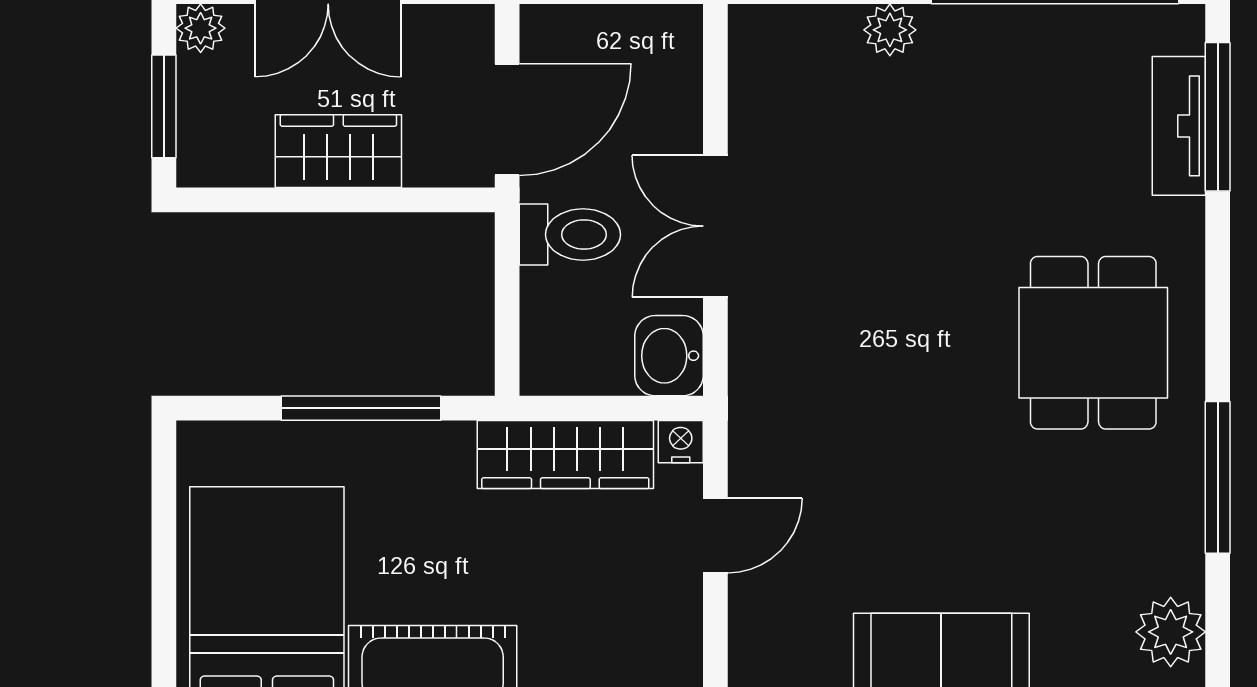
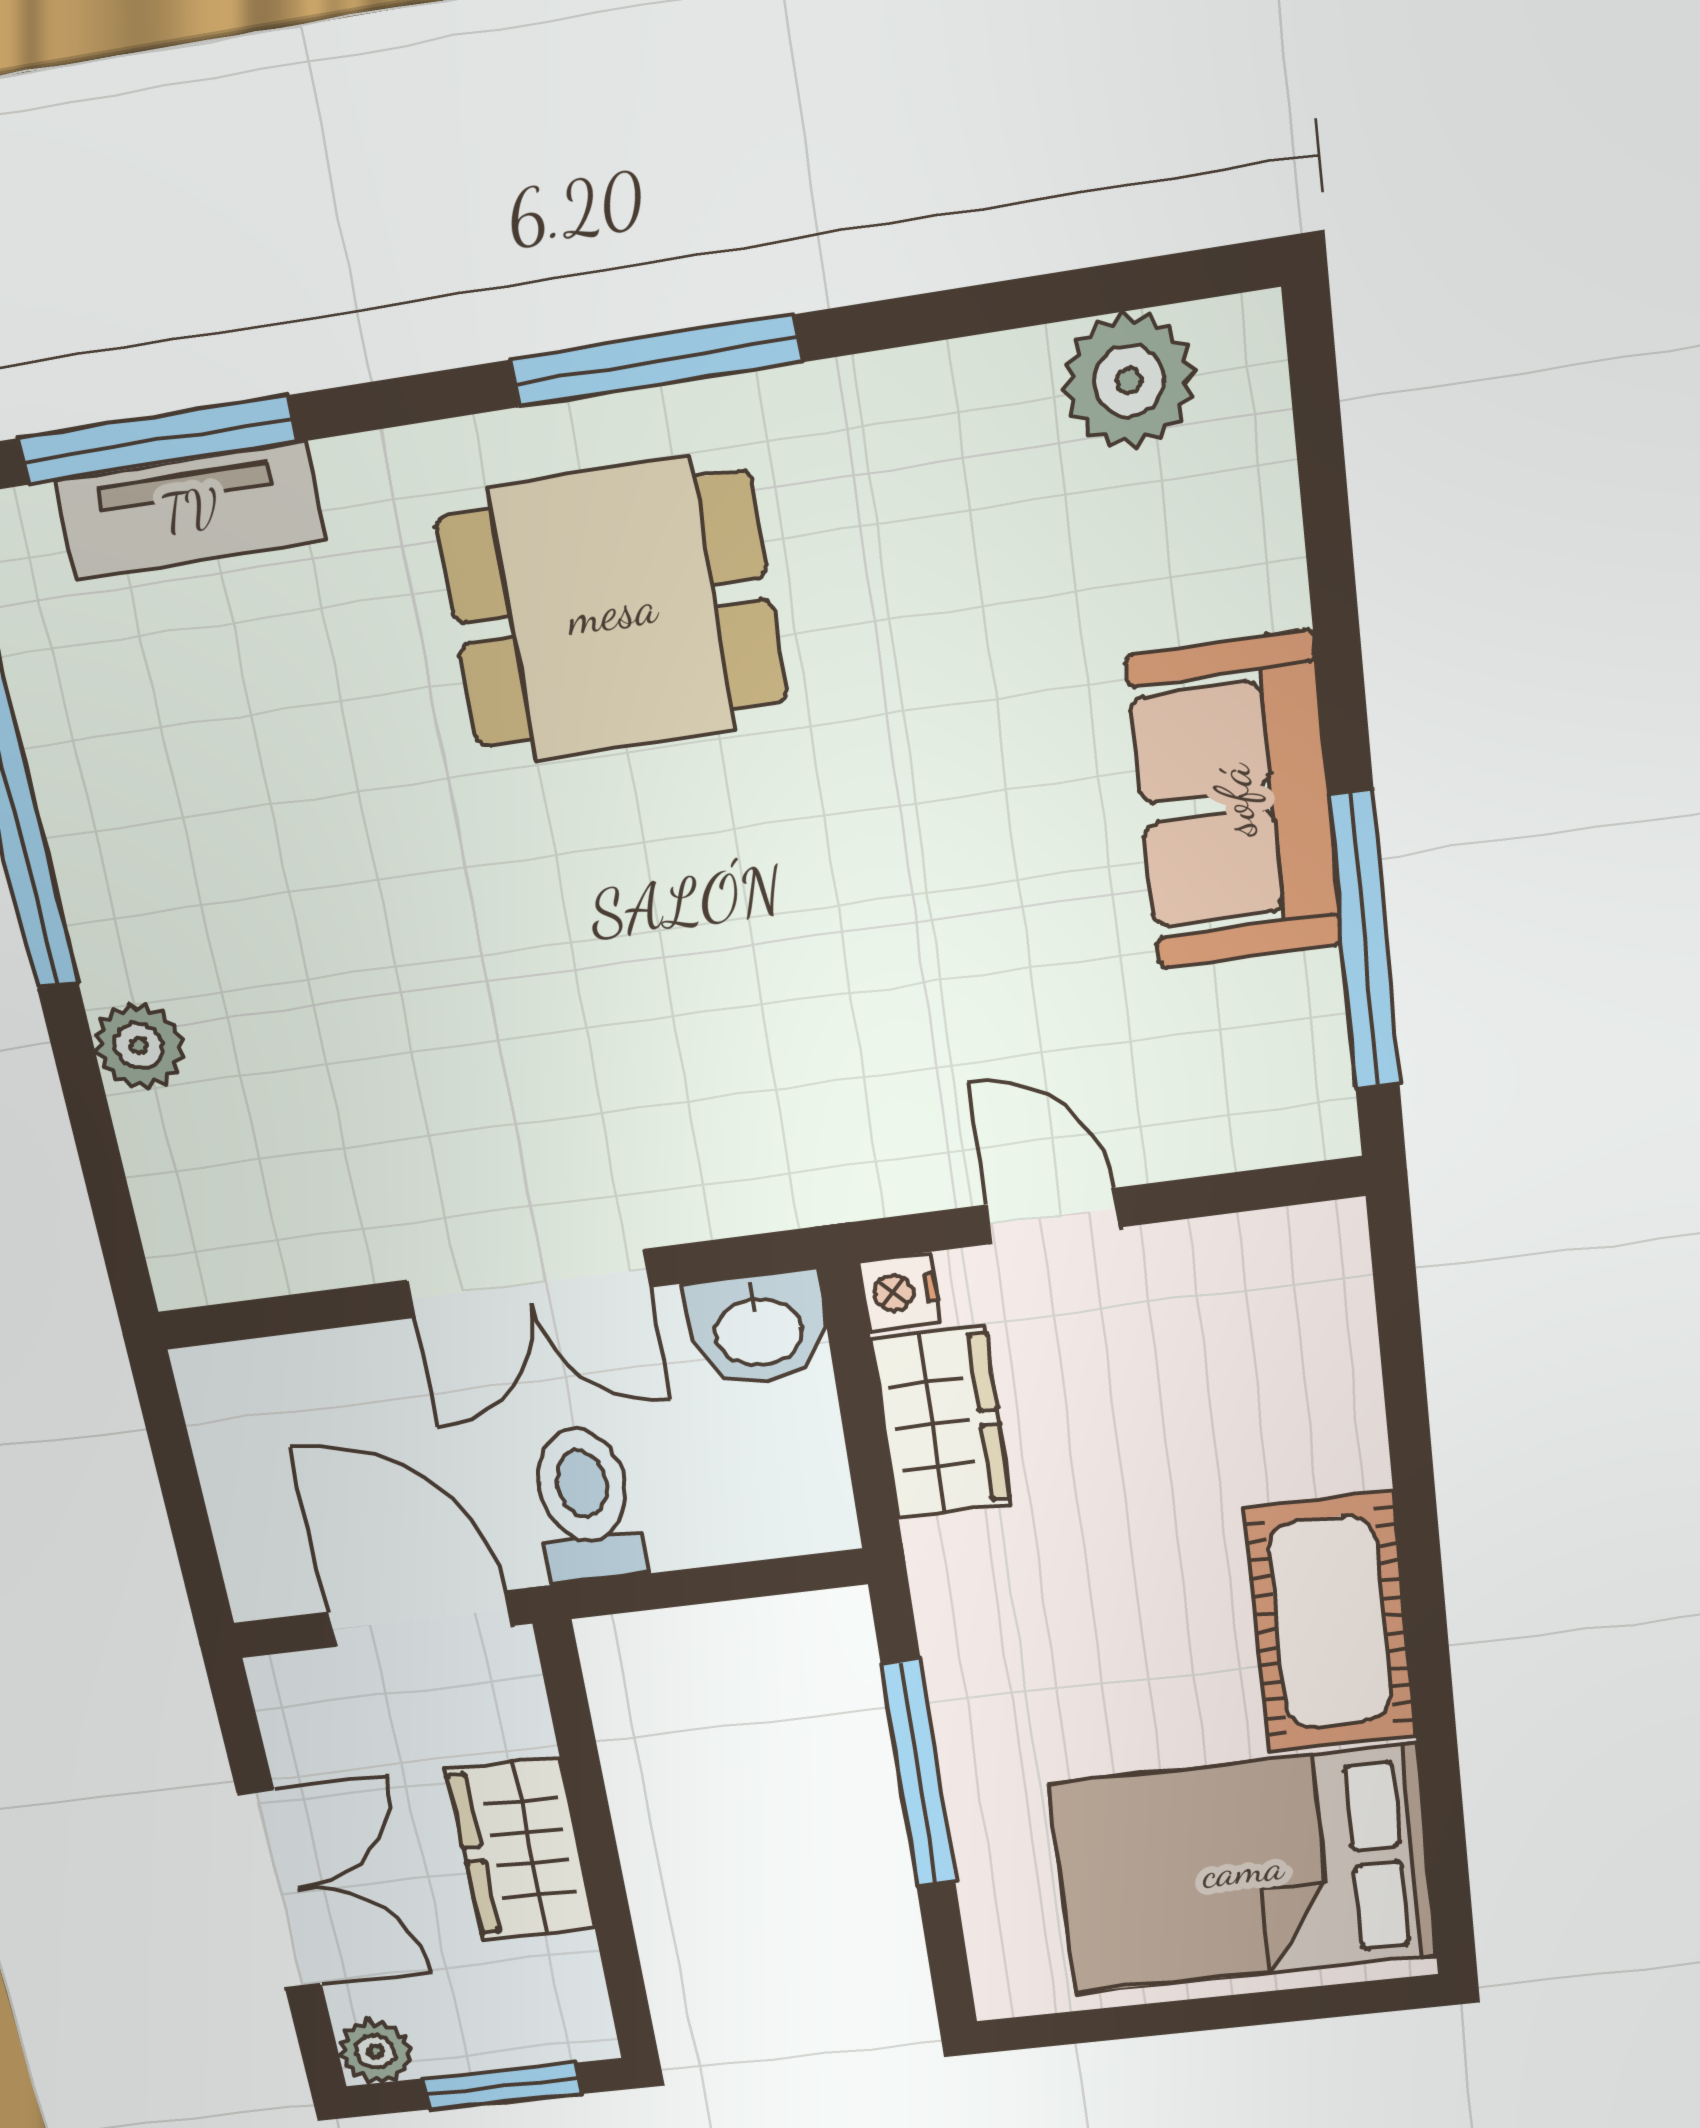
wardrobe: (565, 455) -> (941, 1423), width x0.67
window: (1218, 477) -> (656, 361), moved

